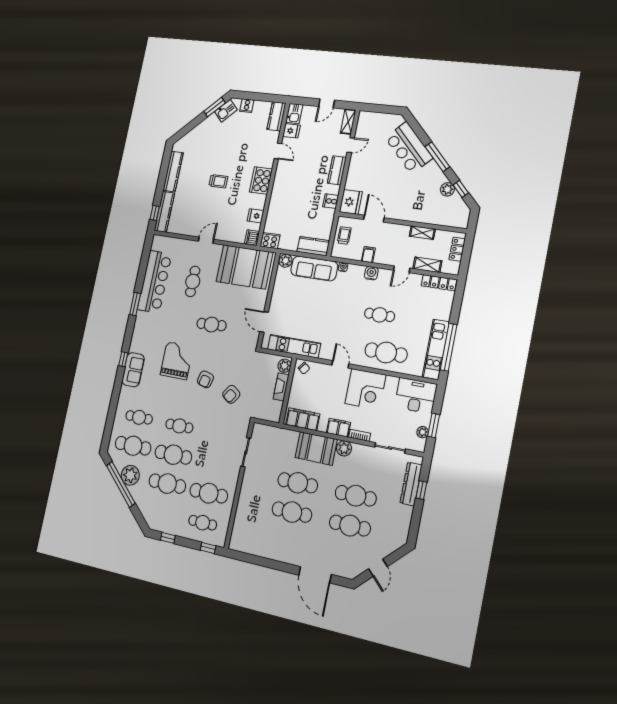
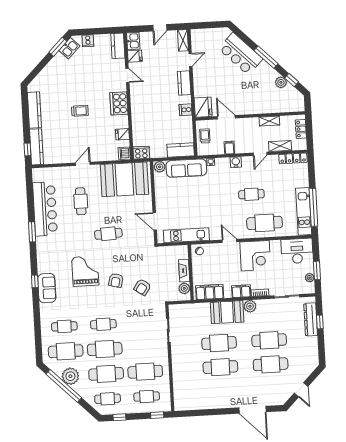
plant: (284, 366) -> (184, 288), moved
cafe table: (161, 513) -> (108, 399), added

